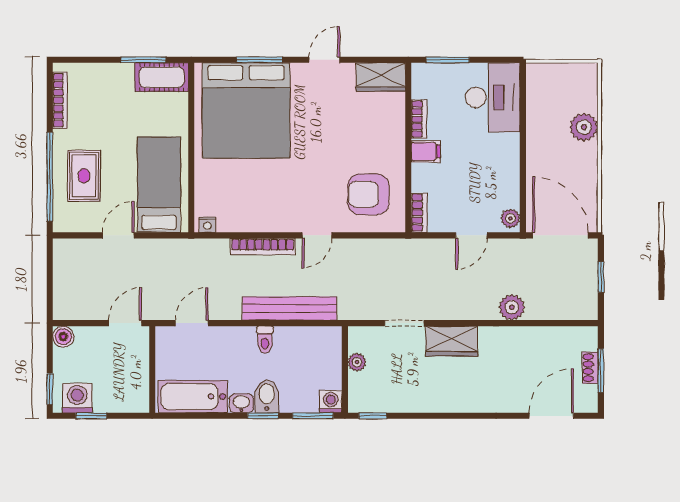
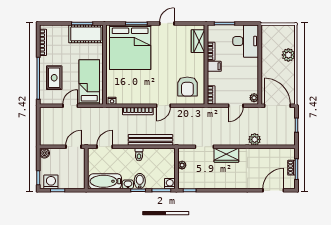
cot: (162, 77) -> (86, 34), width x1.37, depth x1.34
wardrobe: (381, 77) -> (198, 41), moved, turned 90
armchair: (368, 194) -> (187, 86), turned -90

